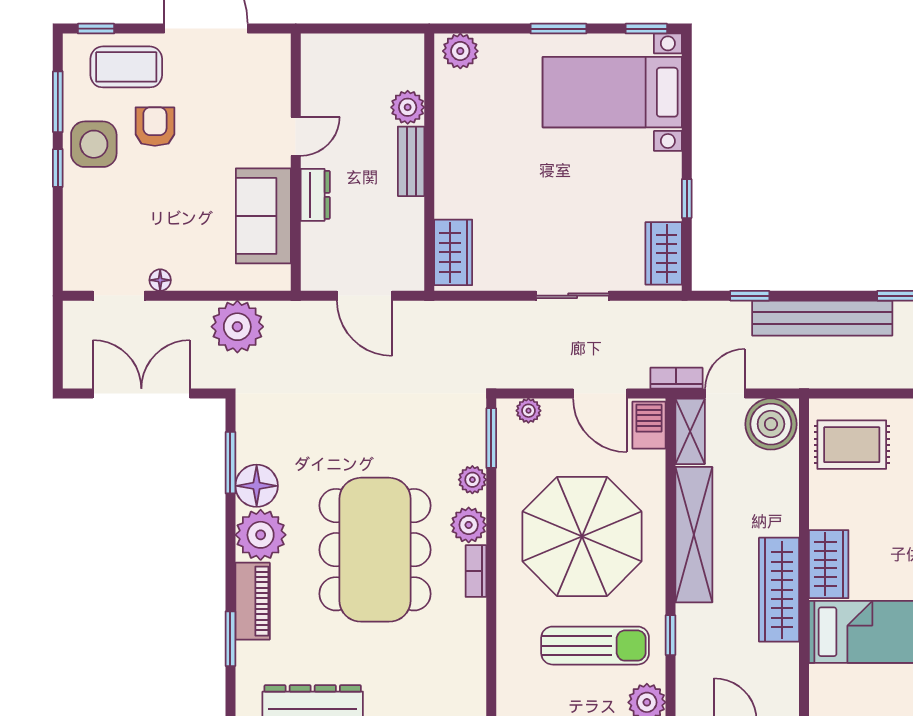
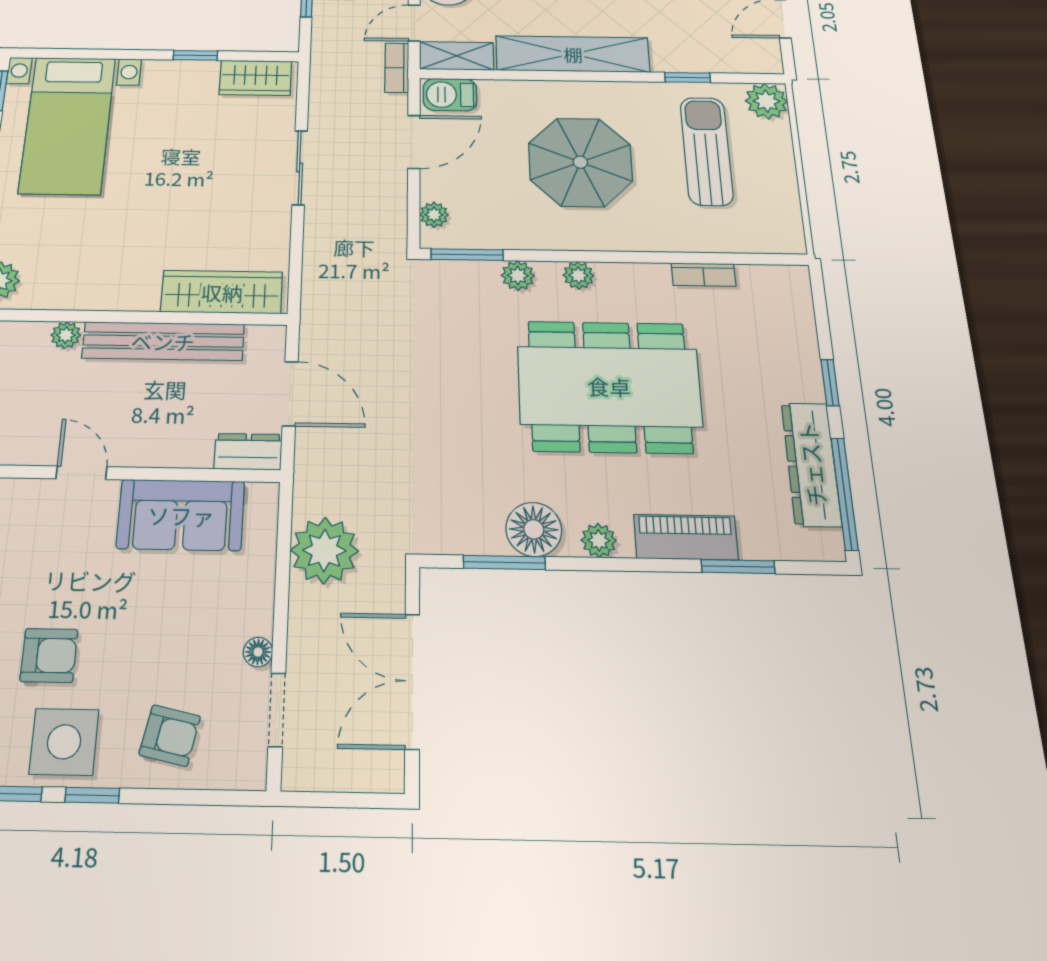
plant: (408, 107) -> (66, 335), width x0.73, depth x0.73
armchair: (155, 127) -> (49, 655), turned 180
bench: (411, 161) -> (163, 341), width x1.86, depth x1.21
dresser: (315, 195) -> (248, 452), moved
armchair: (100, 220) -> (170, 735), added
wardrobe: (453, 252) -> (222, 292), width x1.50
door: (364, 296) -> (290, 394), hinge flipped
door: (725, 393) -> (414, 23), hinge flipped
plant: (469, 525) -> (578, 275), width x0.73, depth x0.73
plant: (261, 535) -> (599, 540), width x0.53, depth x0.53
parasol: (582, 536) -> (580, 162), width x0.73, depth x0.73
bookcase: (476, 571) -> (704, 275), moved

